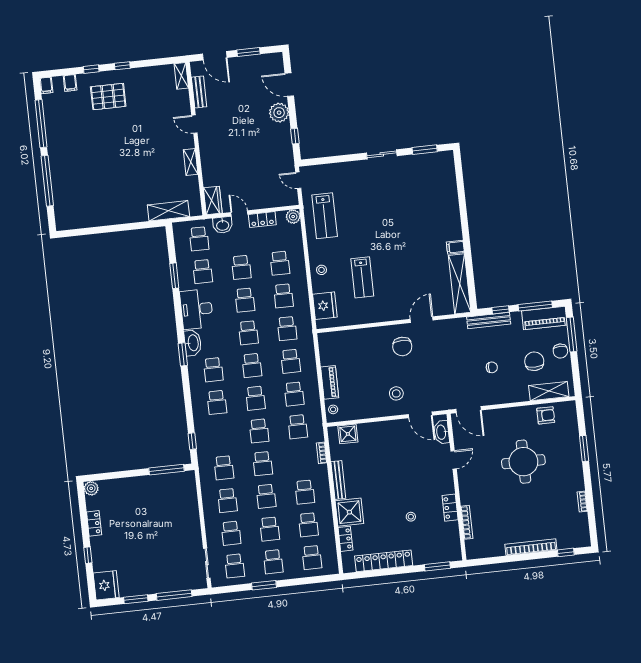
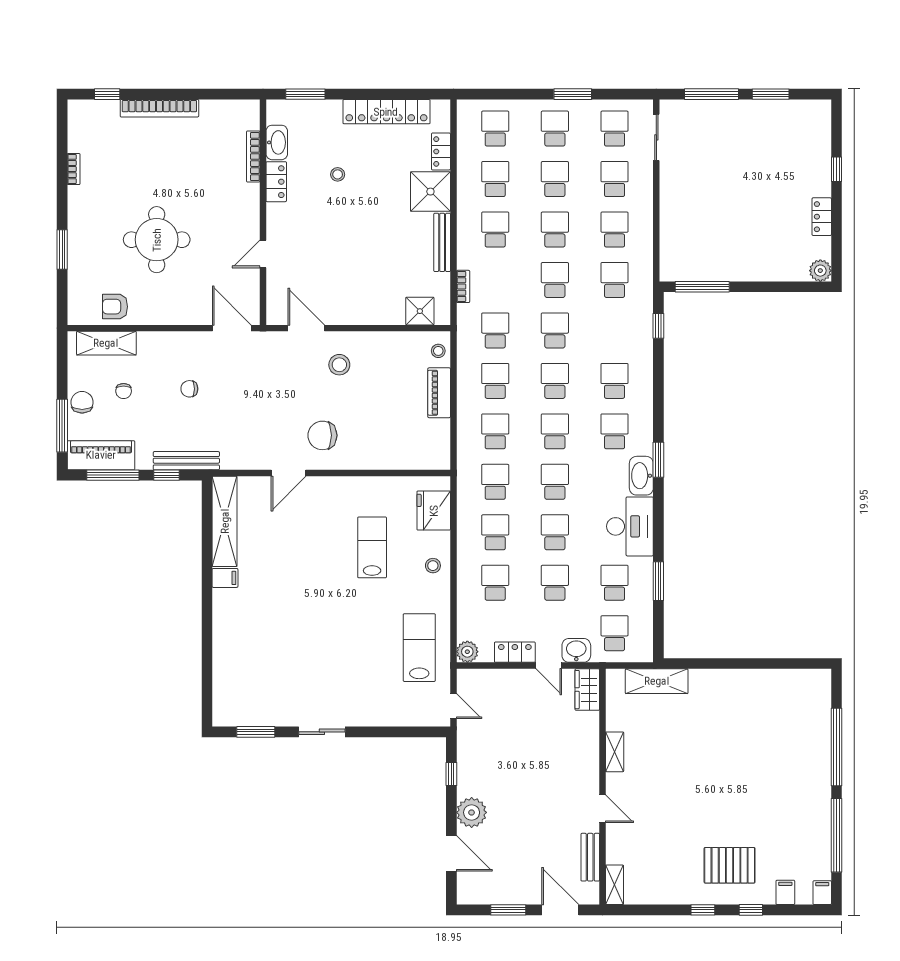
chair: (402, 346) -> (322, 435), turned -90
chair: (534, 361) -> (124, 391), width x0.54, depth x0.54
washbasin: (442, 432) -> (277, 142), moved
fridge: (106, 585) -> (814, 120), removed

